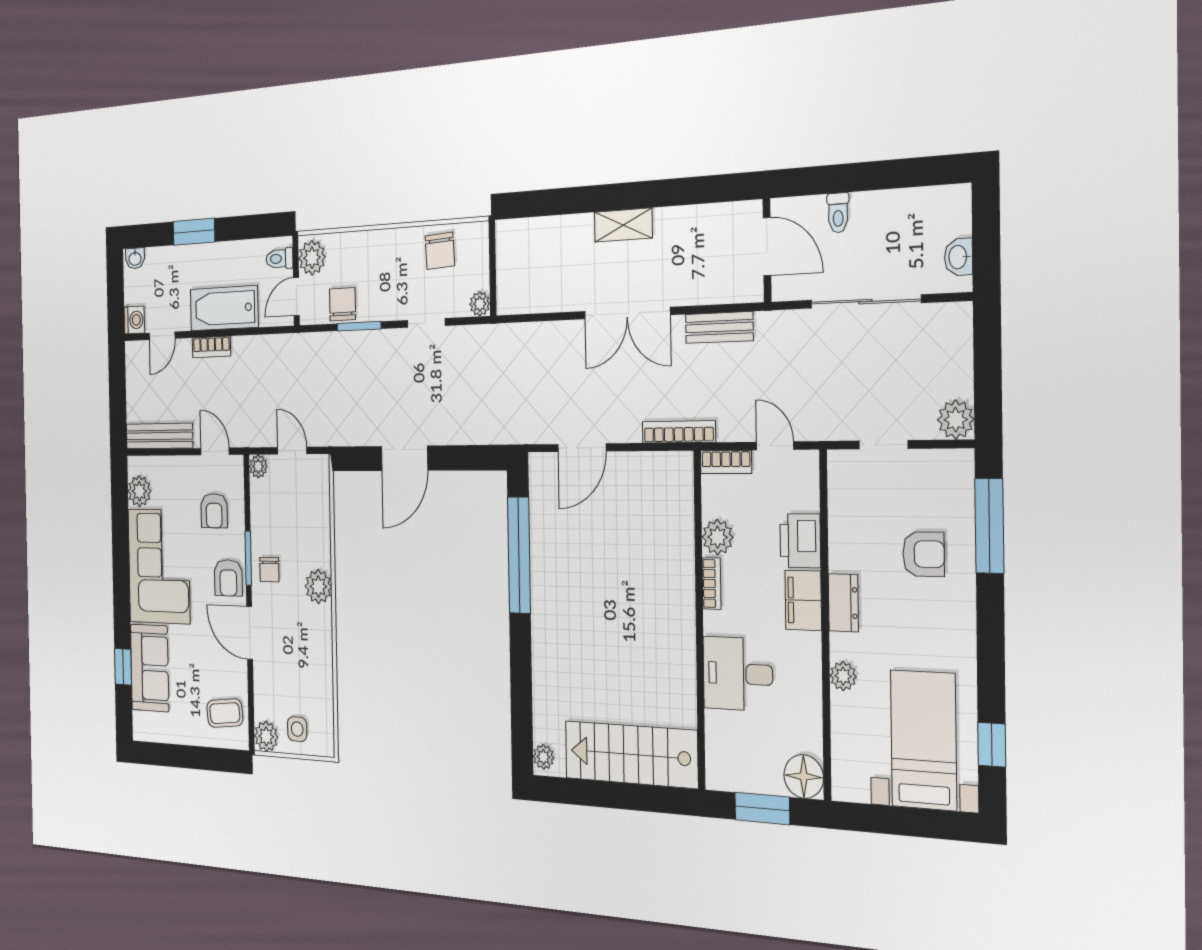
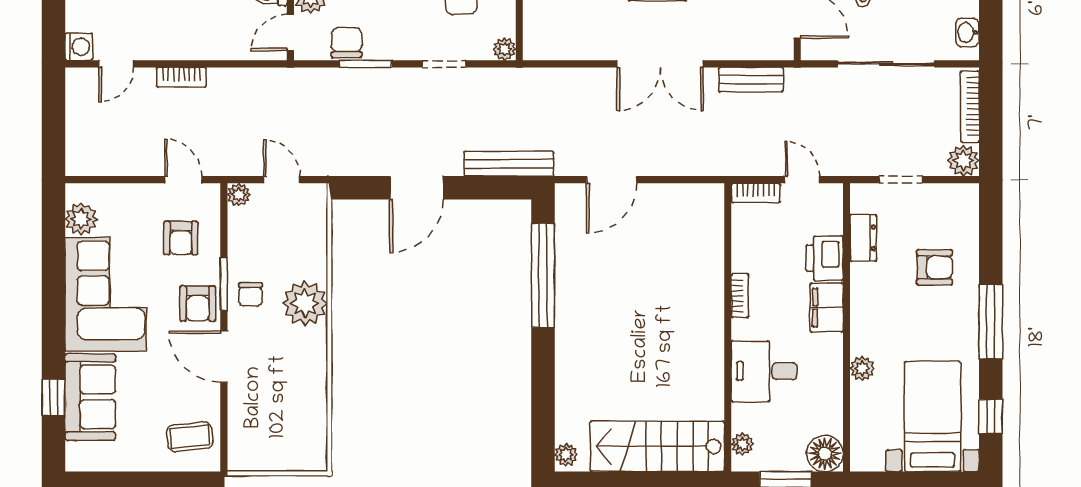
bathtub: (224, 308) -> (199, 40), removed
bookcase: (679, 432) -> (970, 107), moved, turned -90
bench: (159, 436) -> (509, 164), moved
window: (989, 526) -> (991, 321), moved
plant: (717, 537) -> (742, 444), moved, width x0.73, depth x0.73
plant: (318, 587) -> (305, 303), width x1.36, depth x1.36
dresser: (843, 603) -> (863, 238), moved
side table: (297, 729) -> (282, 447), removed
plant: (266, 736) -> (243, 456), removed

